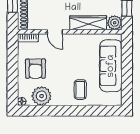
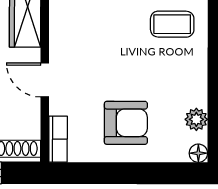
door: (55, 32) -> (45, 80), swing flipped
plant: (42, 96) -> (196, 119), width x0.53, depth x0.53

